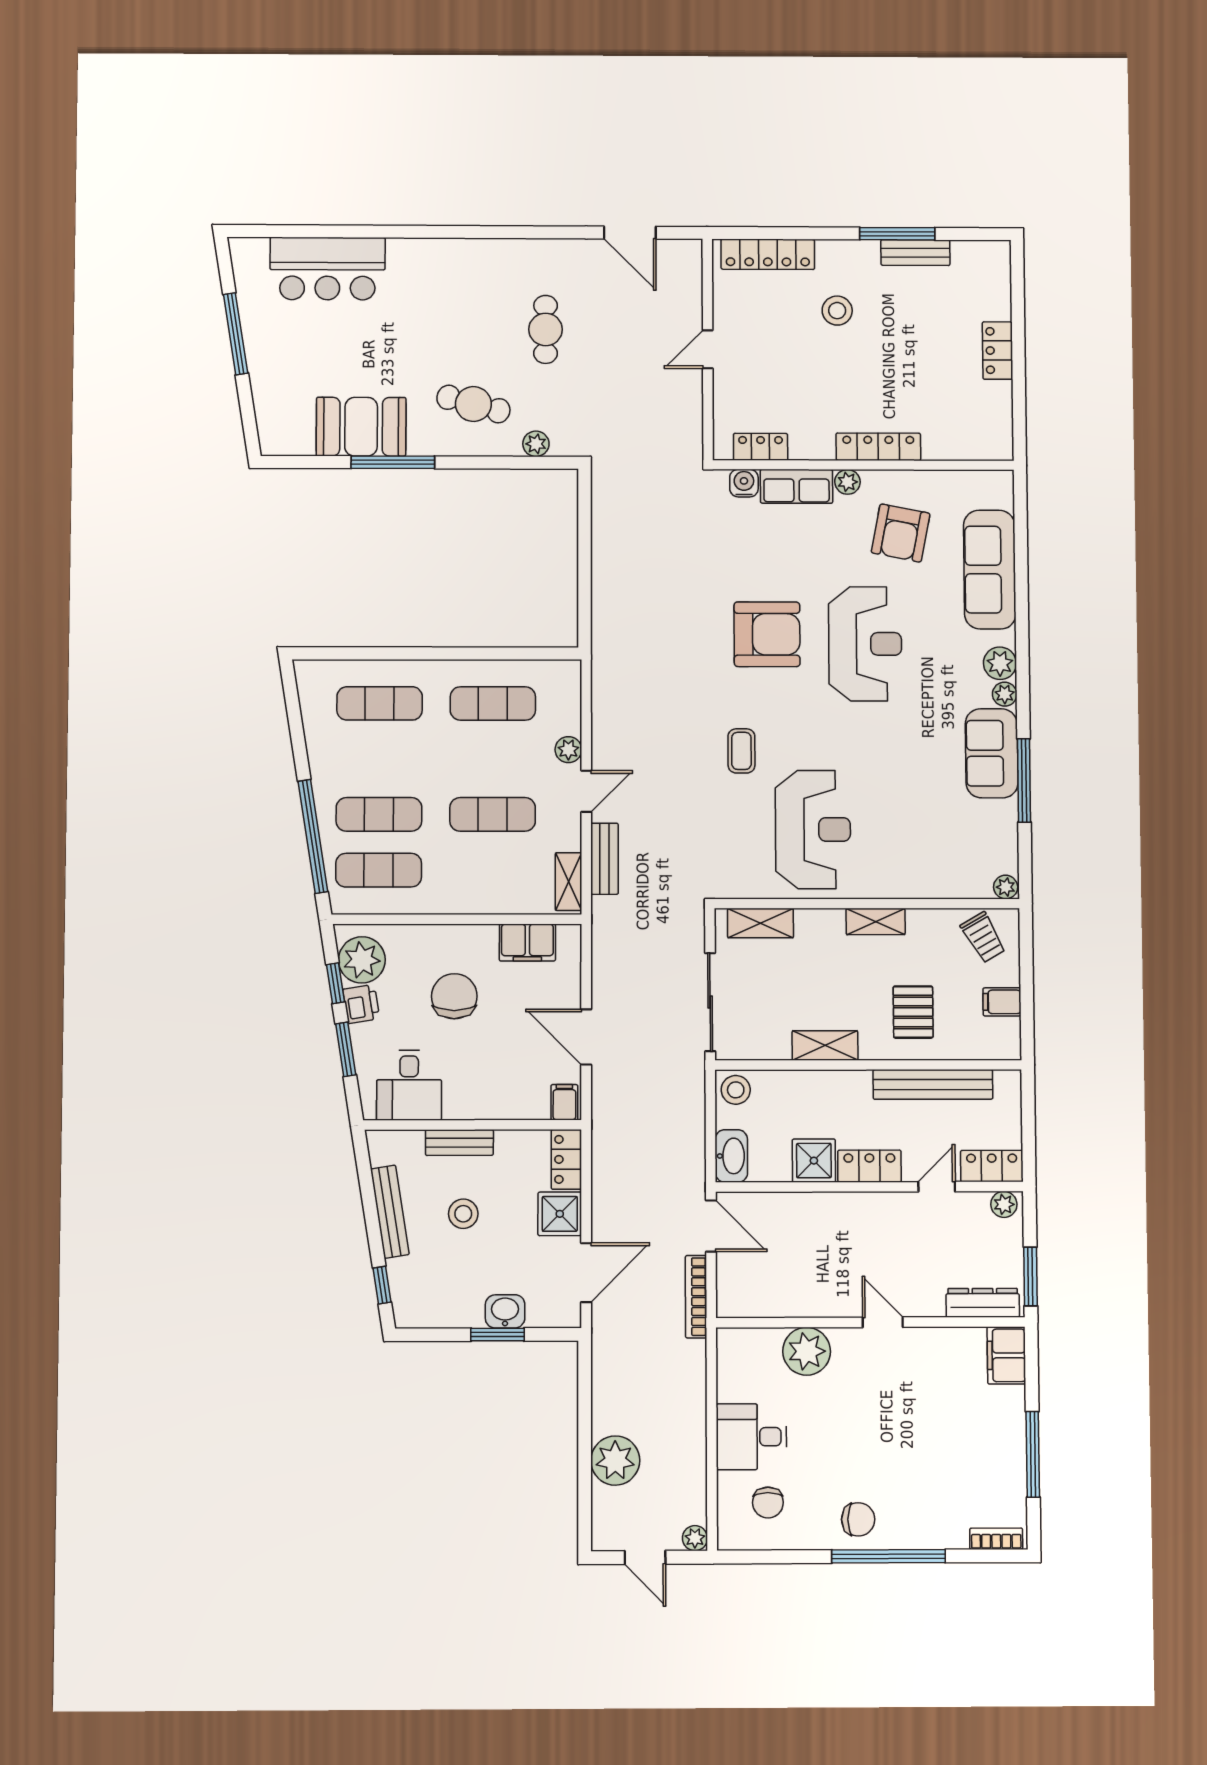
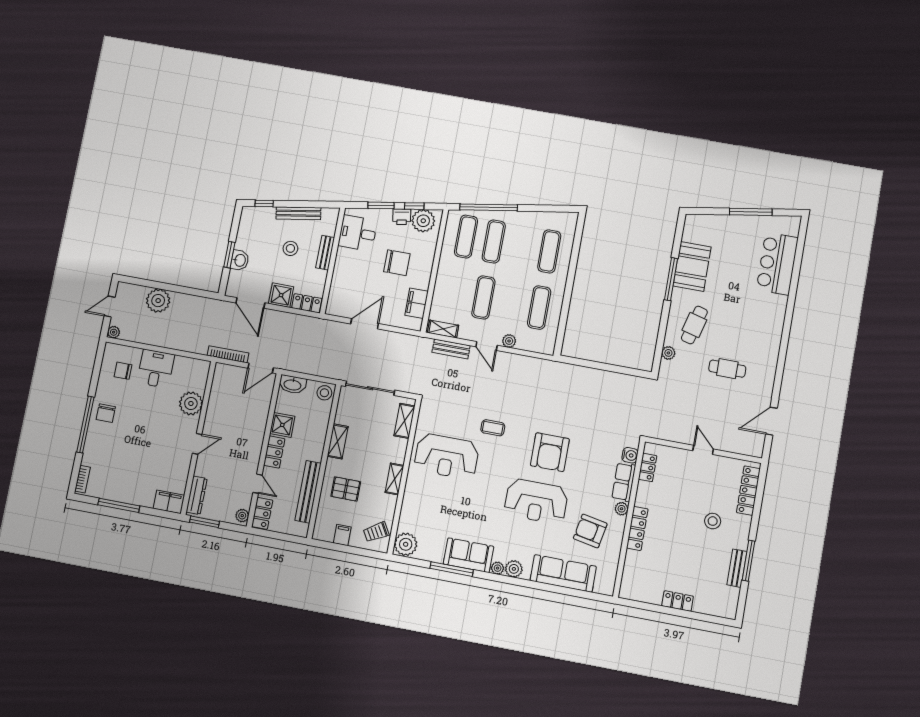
plant: (1006, 887) -> (406, 544), width x1.88, depth x1.88
filing cabinet: (564, 1102) -> (335, 307), removed

